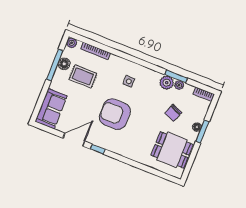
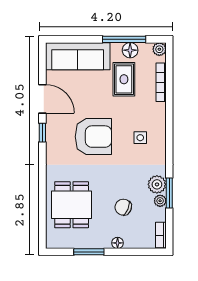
sofa: (51, 109) -> (78, 56), width x1.36
armchair: (115, 114) -> (93, 137), turned 90
window: (202, 132) -> (89, 252), moved
dining table: (172, 150) -> (72, 205), moved

